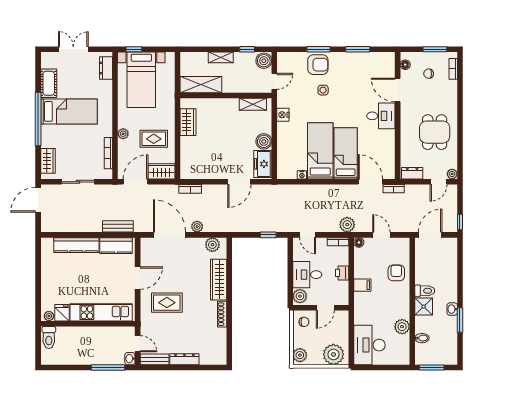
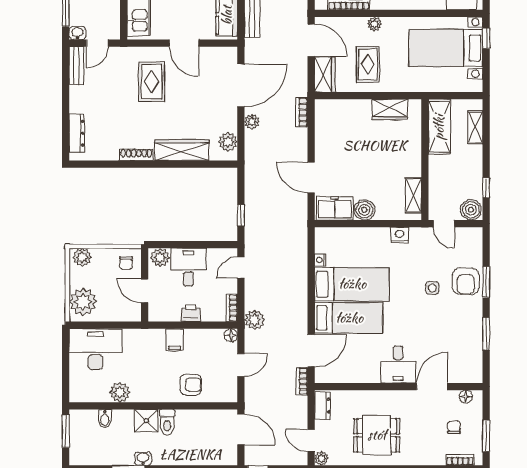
shelving: (221, 57) -> (475, 127), moved
dresser: (184, 359) -> (77, 133), moved

